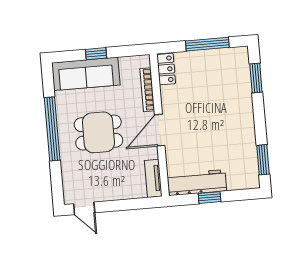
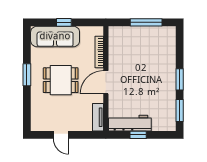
locker: (166, 69) -> (114, 38), removed
window: (256, 78) -> (180, 79), moved
window: (52, 129) -> (27, 75), width x0.47
door: (84, 208) -> (61, 135), moved

